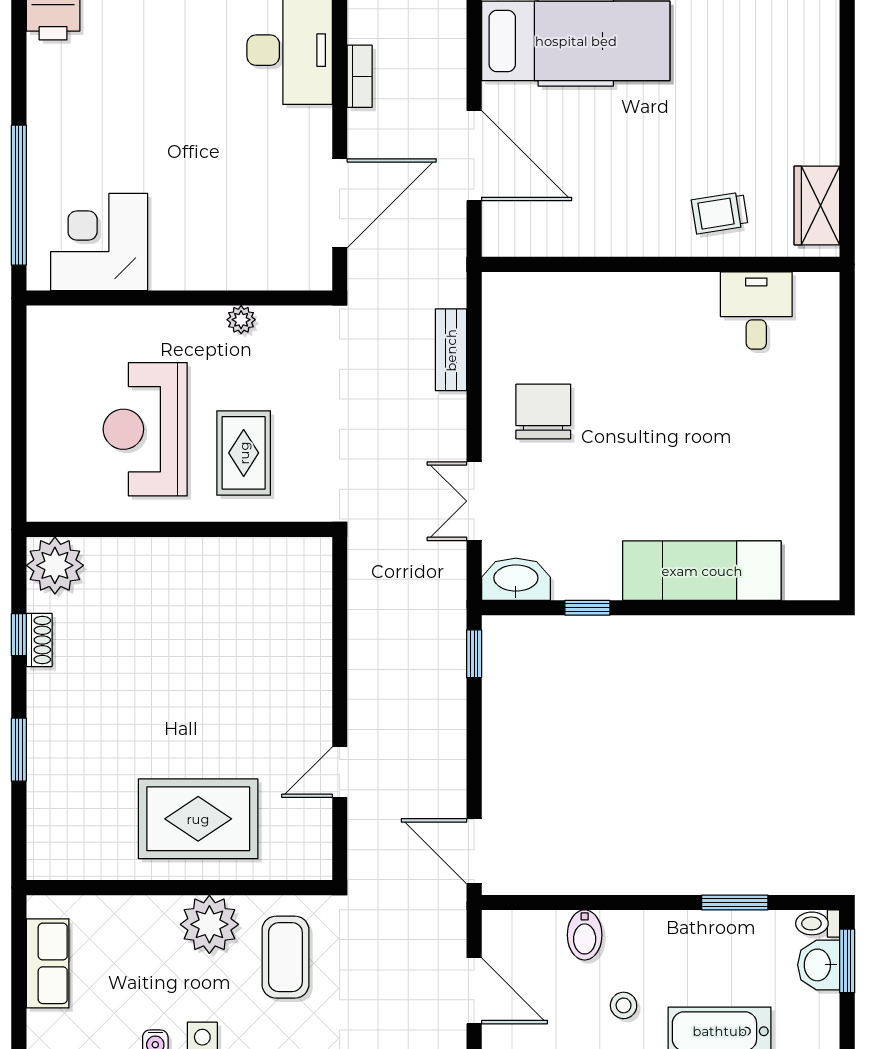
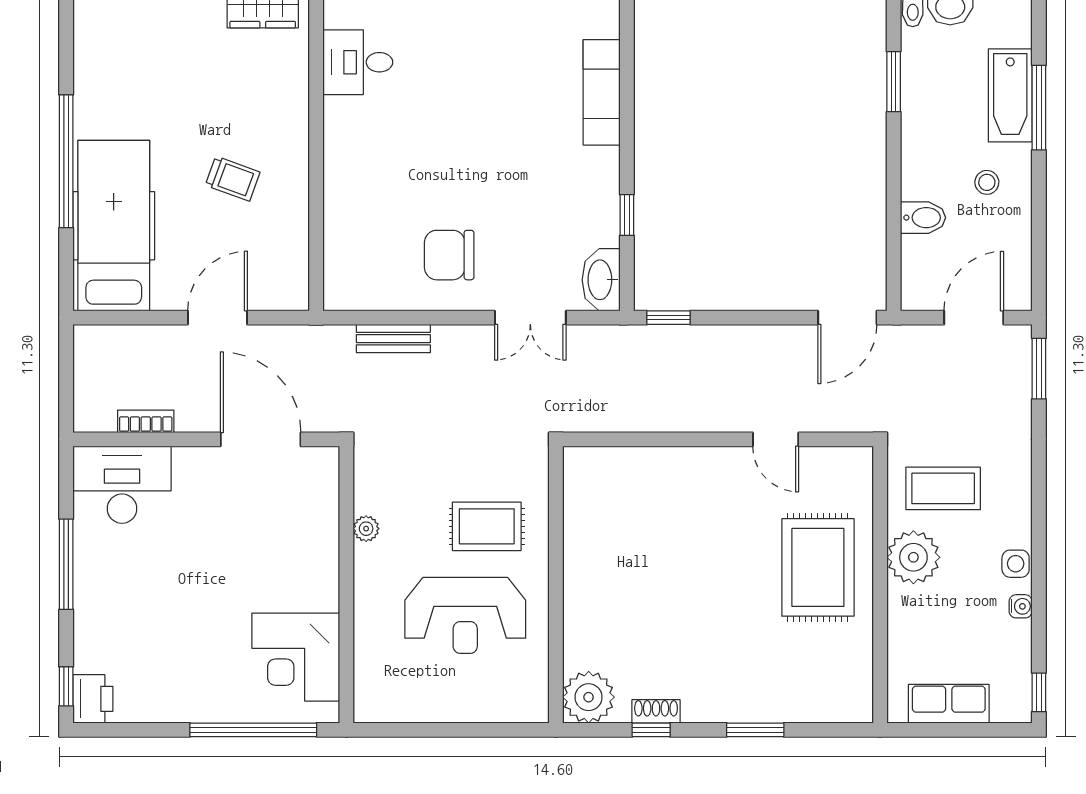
door: (474, 156) -> (218, 318), width x0.73
trolley: (720, 213) -> (233, 179), moved, turned -61
exam couch: (702, 571) -> (602, 92), width x0.73, depth x0.69

